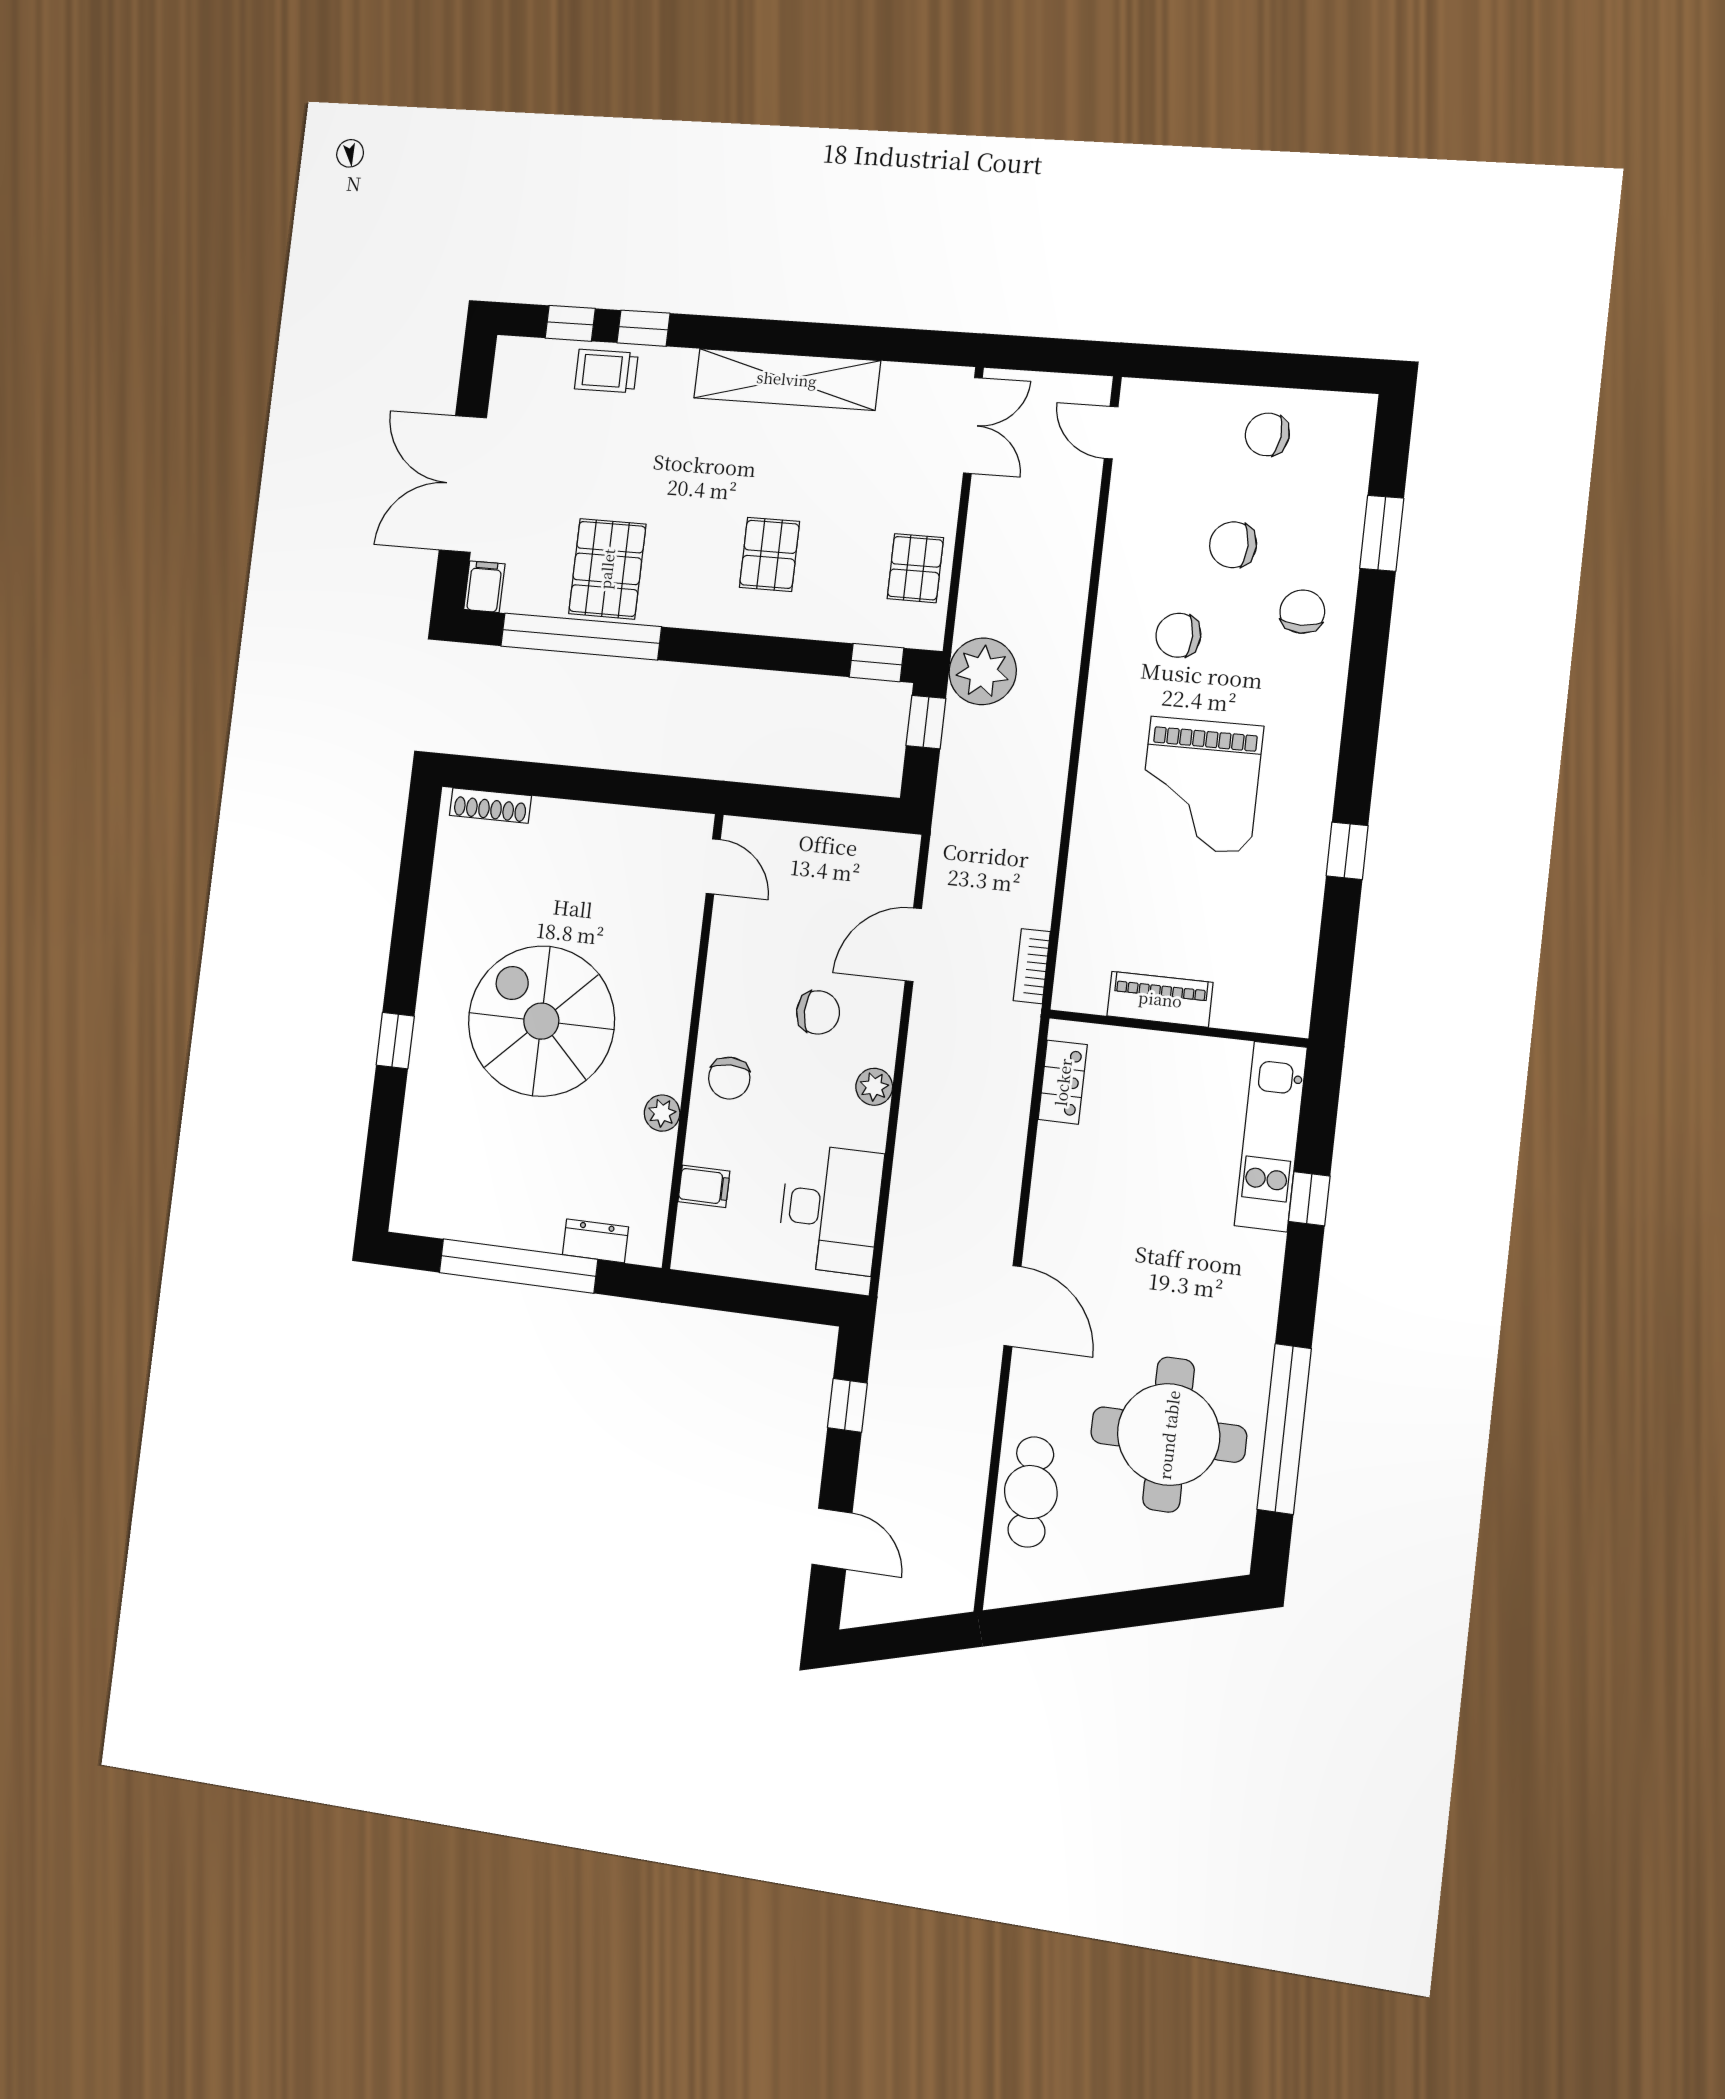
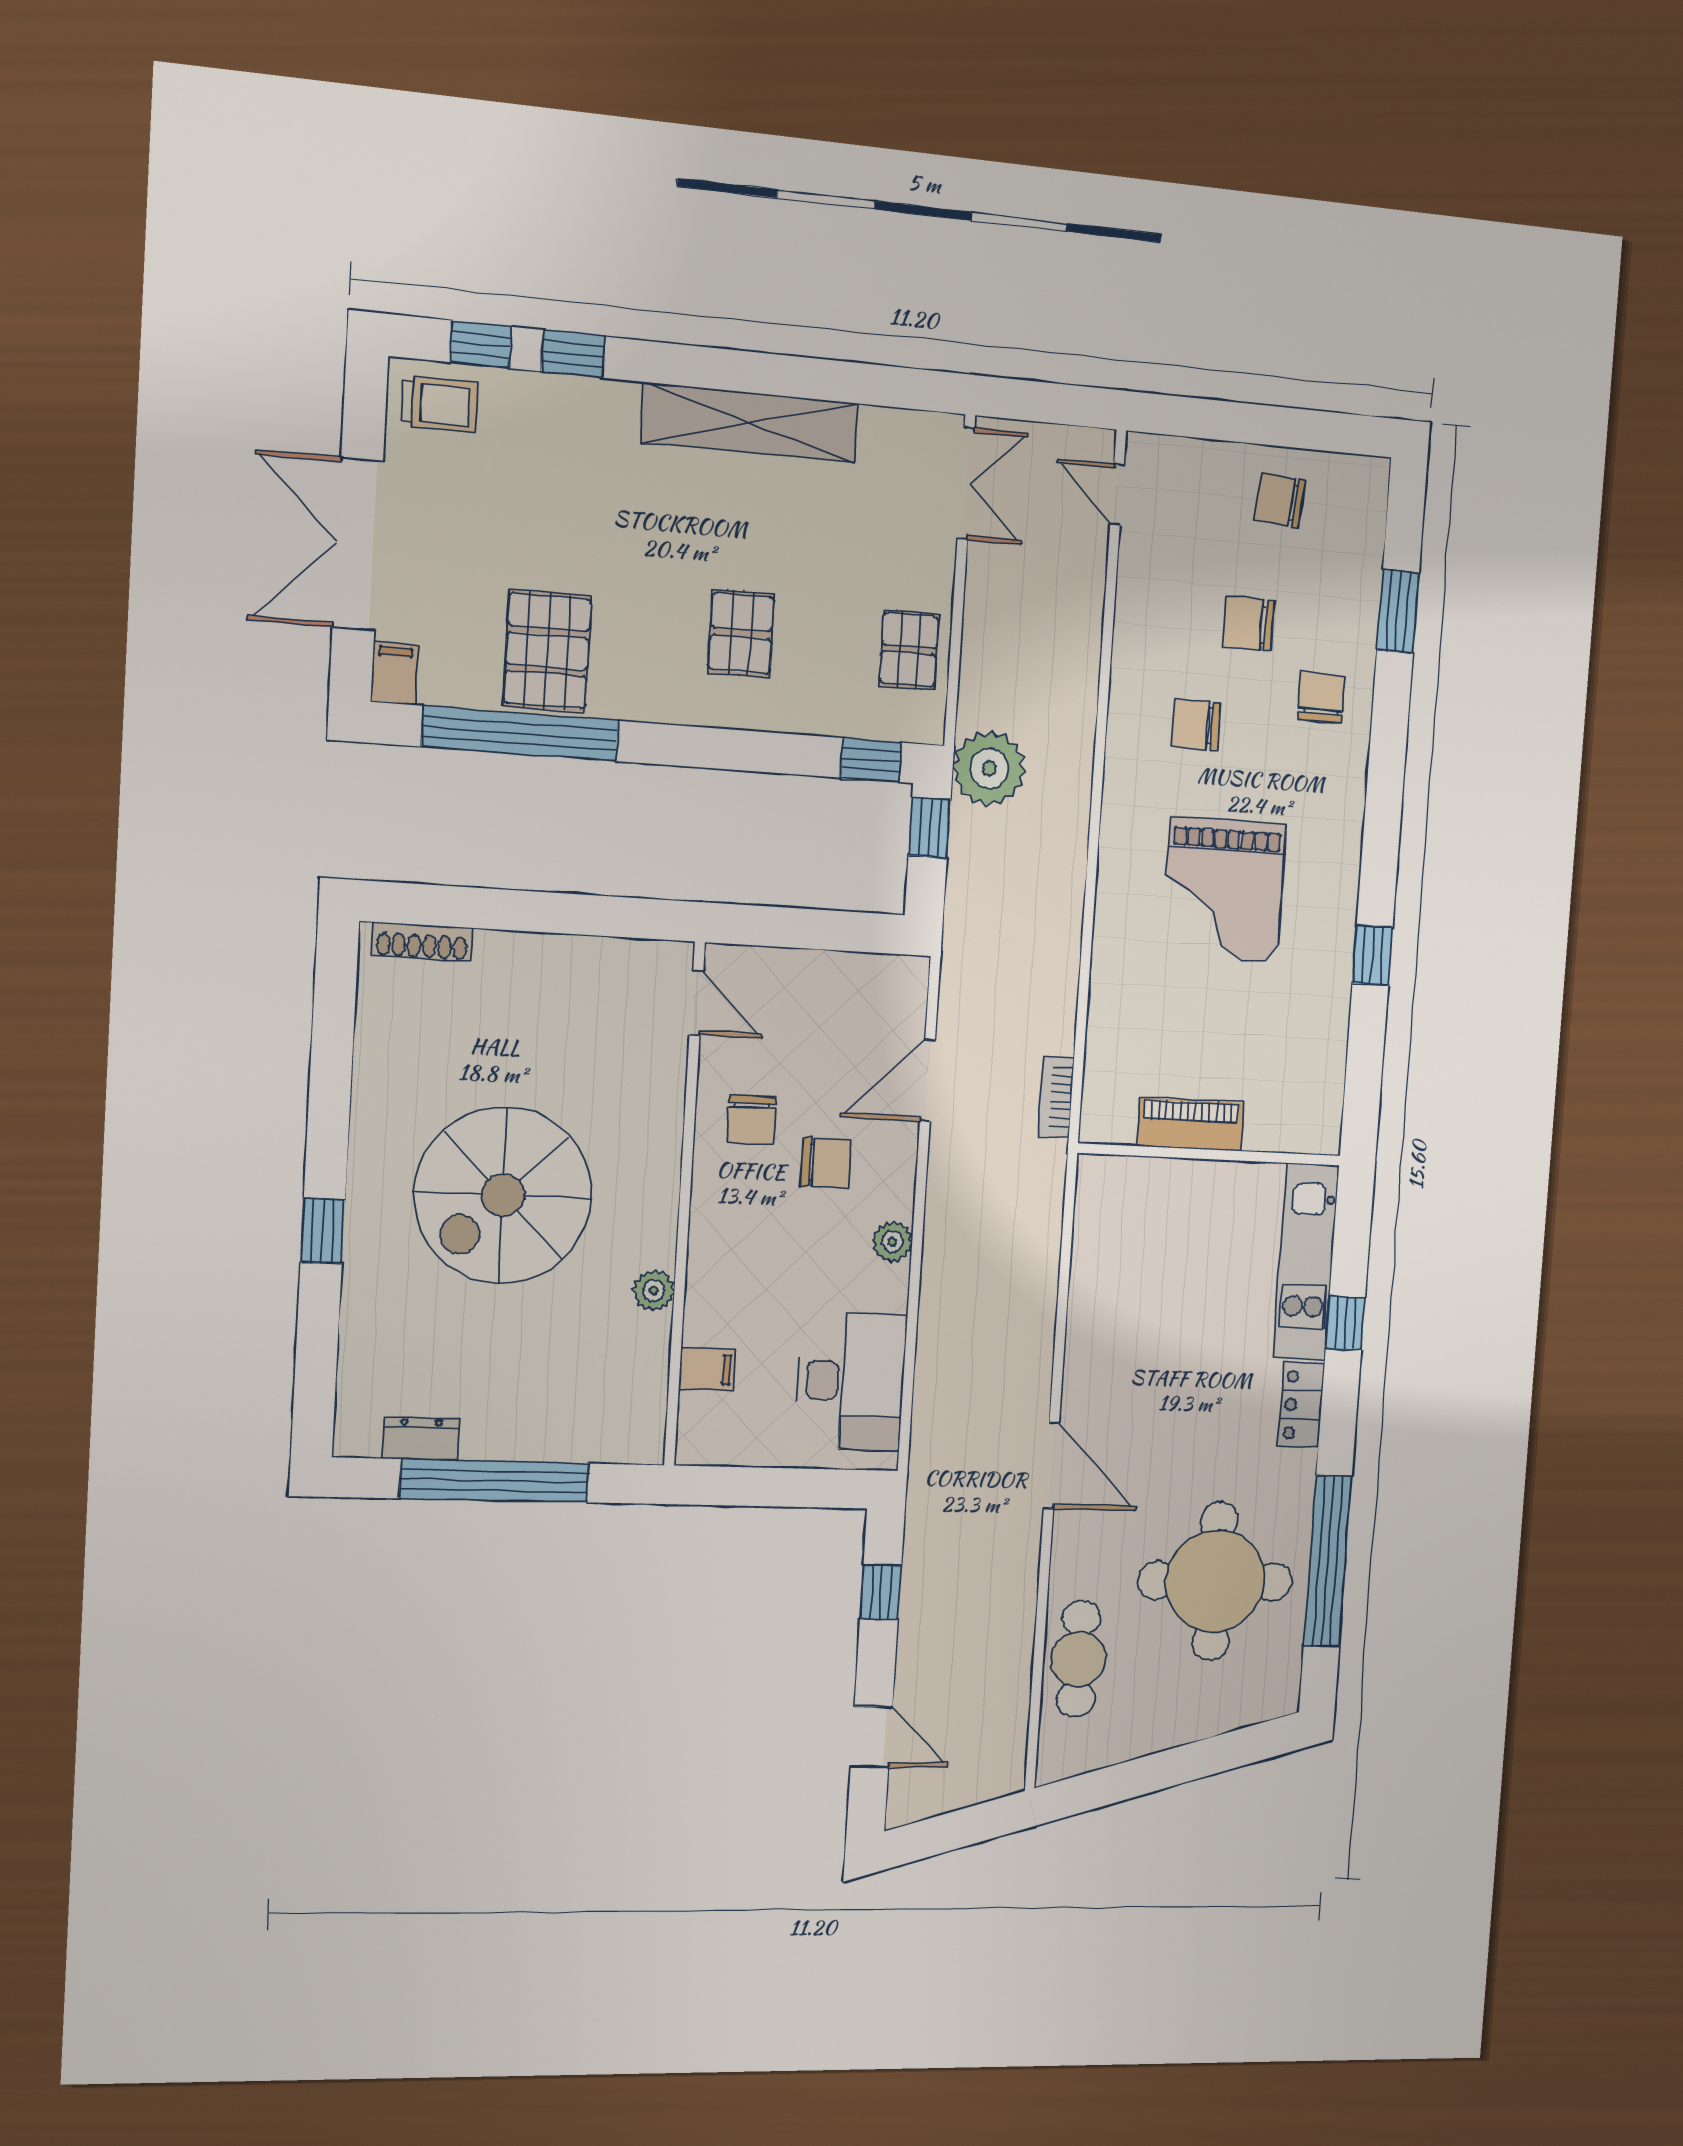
trolley: (606, 371) -> (439, 404), moved, turned 180
spiral stairs: (541, 1021) -> (503, 1195), turned -90
chair: (729, 1078) -> (752, 1120), moved
locker: (1063, 1082) -> (1301, 1405), moved, turned 180
dresser: (596, 1241) -> (421, 1439), moved

